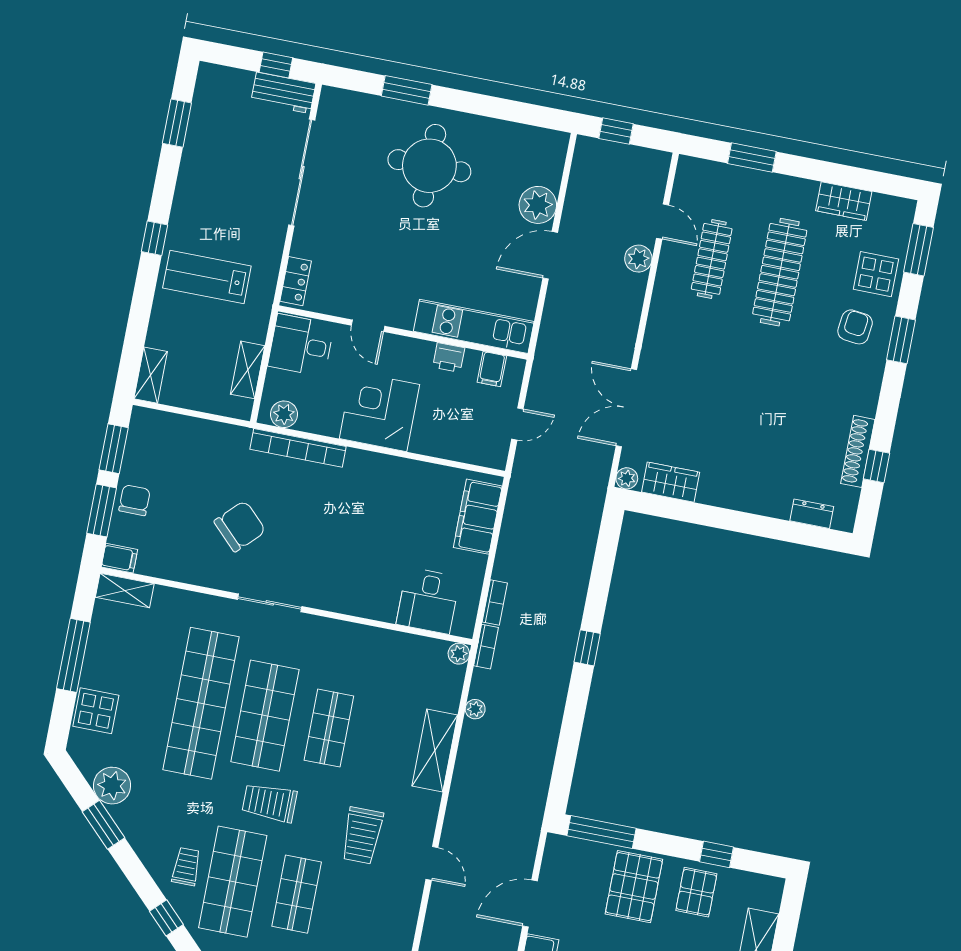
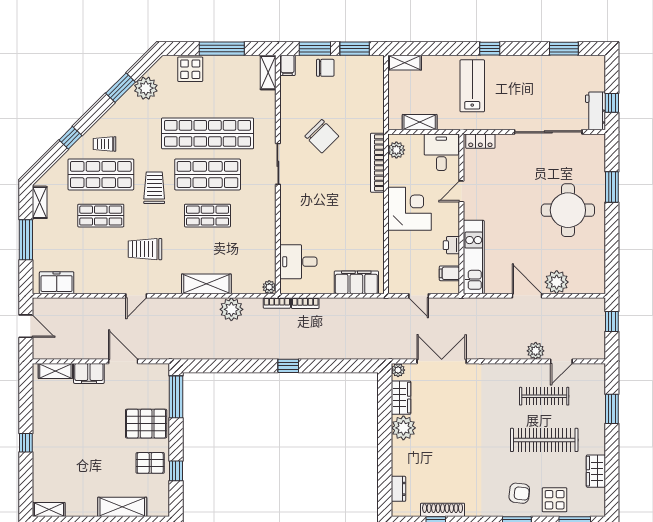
plant: (718, 487) -> (403, 428), added
plant: (475, 709) -> (231, 309), width x1.88, depth x1.88
trolley: (186, 867) -> (105, 144), turned 180

